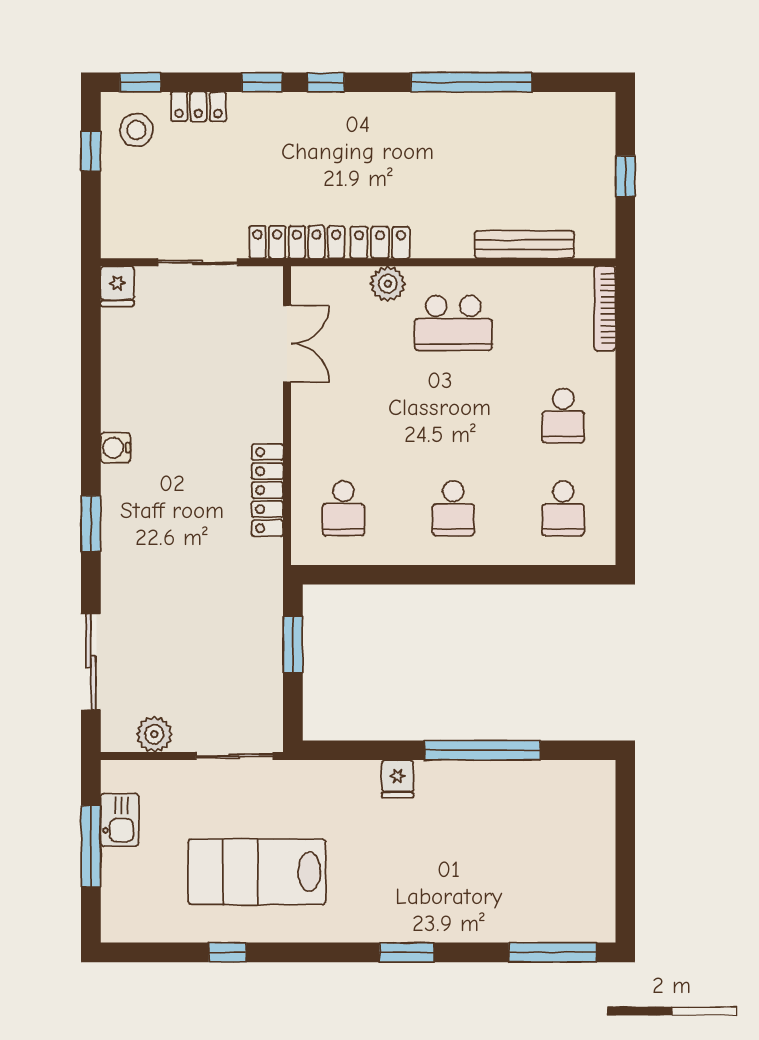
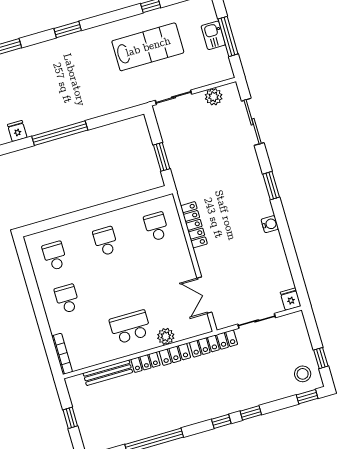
locker: (198, 107) -> (146, 362), moved, turned 180
fridge: (398, 779) -> (17, 131), moved
kitchen sink: (120, 820) -> (213, 35), moved

